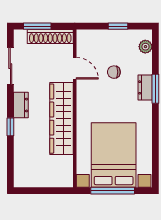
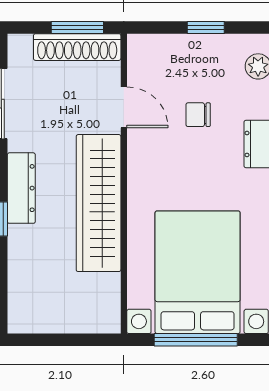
window: (37, 26) -> (77, 27), moved
dresser: (21, 105) -> (21, 188), width x1.44

